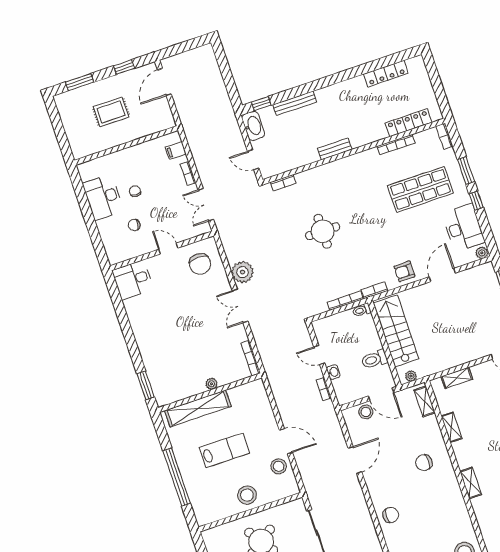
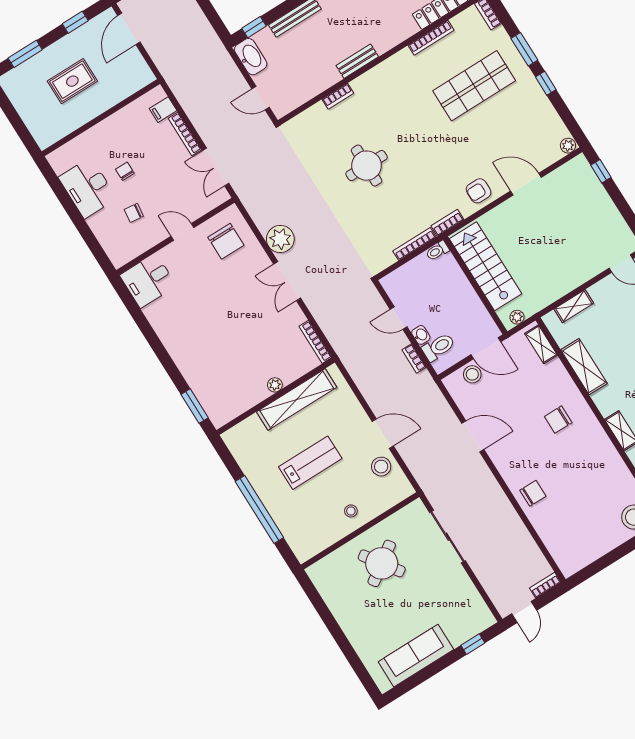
bookcase: (188, 173) -> (185, 134), width x1.56
bookcase: (283, 183) -> (338, 96), moved
desk: (463, 228) -> (538, 120), removed
door: (442, 275) -> (526, 184), hinge flipped
toilet: (374, 359) -> (438, 347), moved, turned 180
shelving: (198, 408) -> (297, 399), moved
shelving: (452, 427) -> (584, 367), width x1.50, depth x1.33
door: (355, 460) -> (473, 436), hinge flipped
stool: (247, 495) -> (351, 511), width x0.53, depth x0.53

